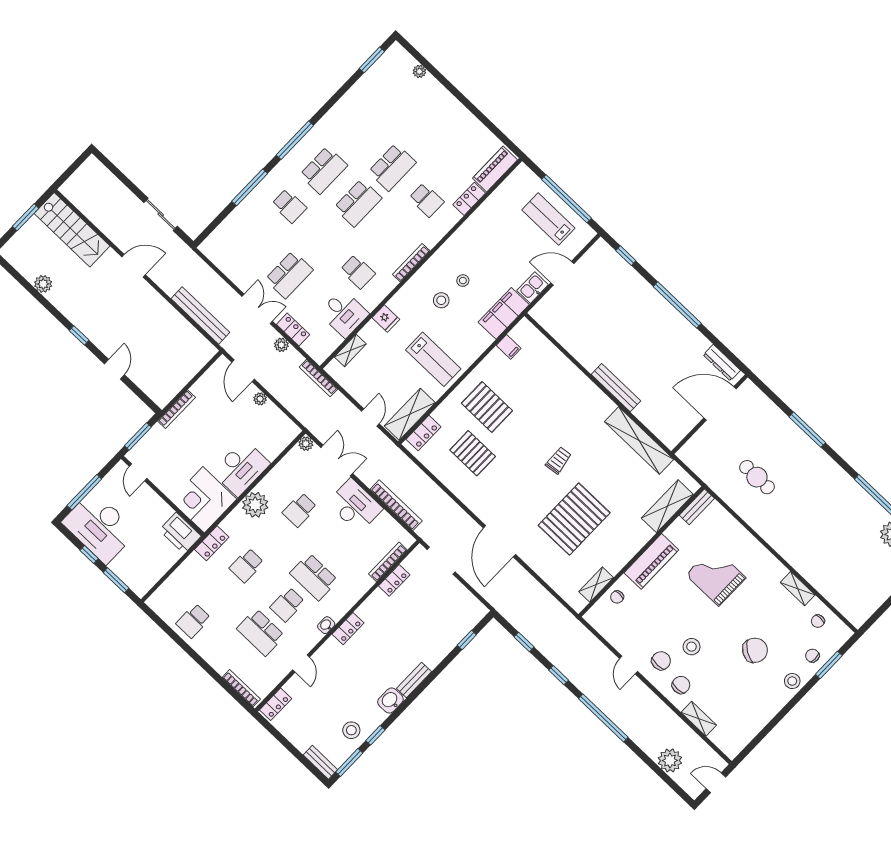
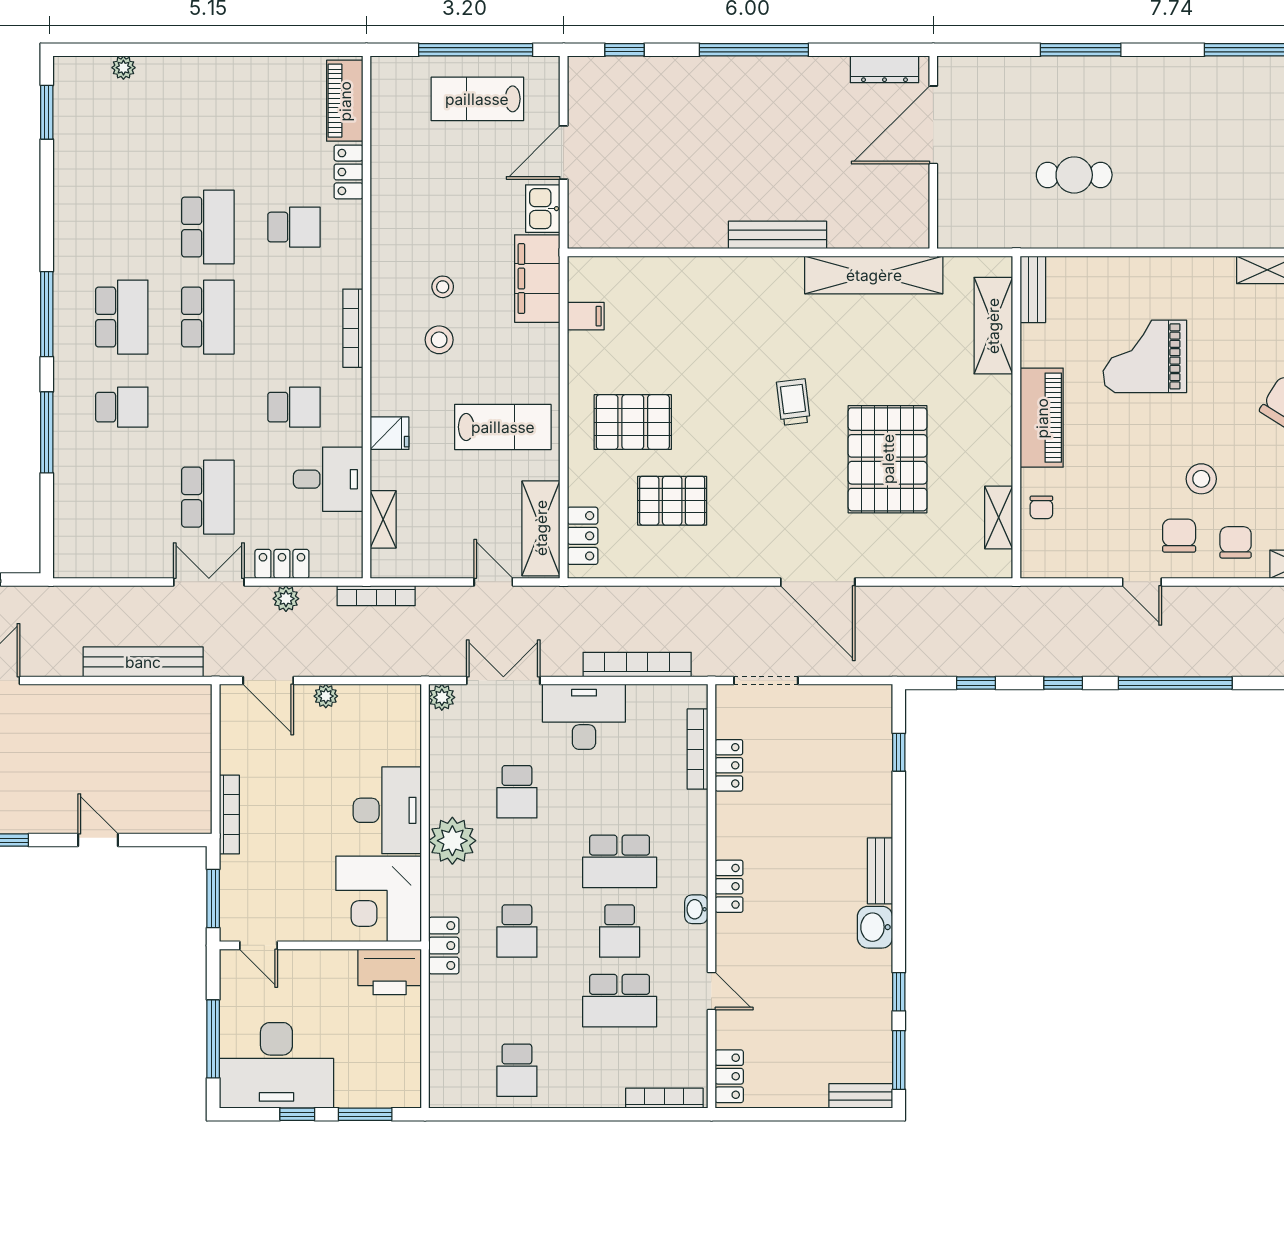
stool: (351, 730) -> (861, 1015), removed

